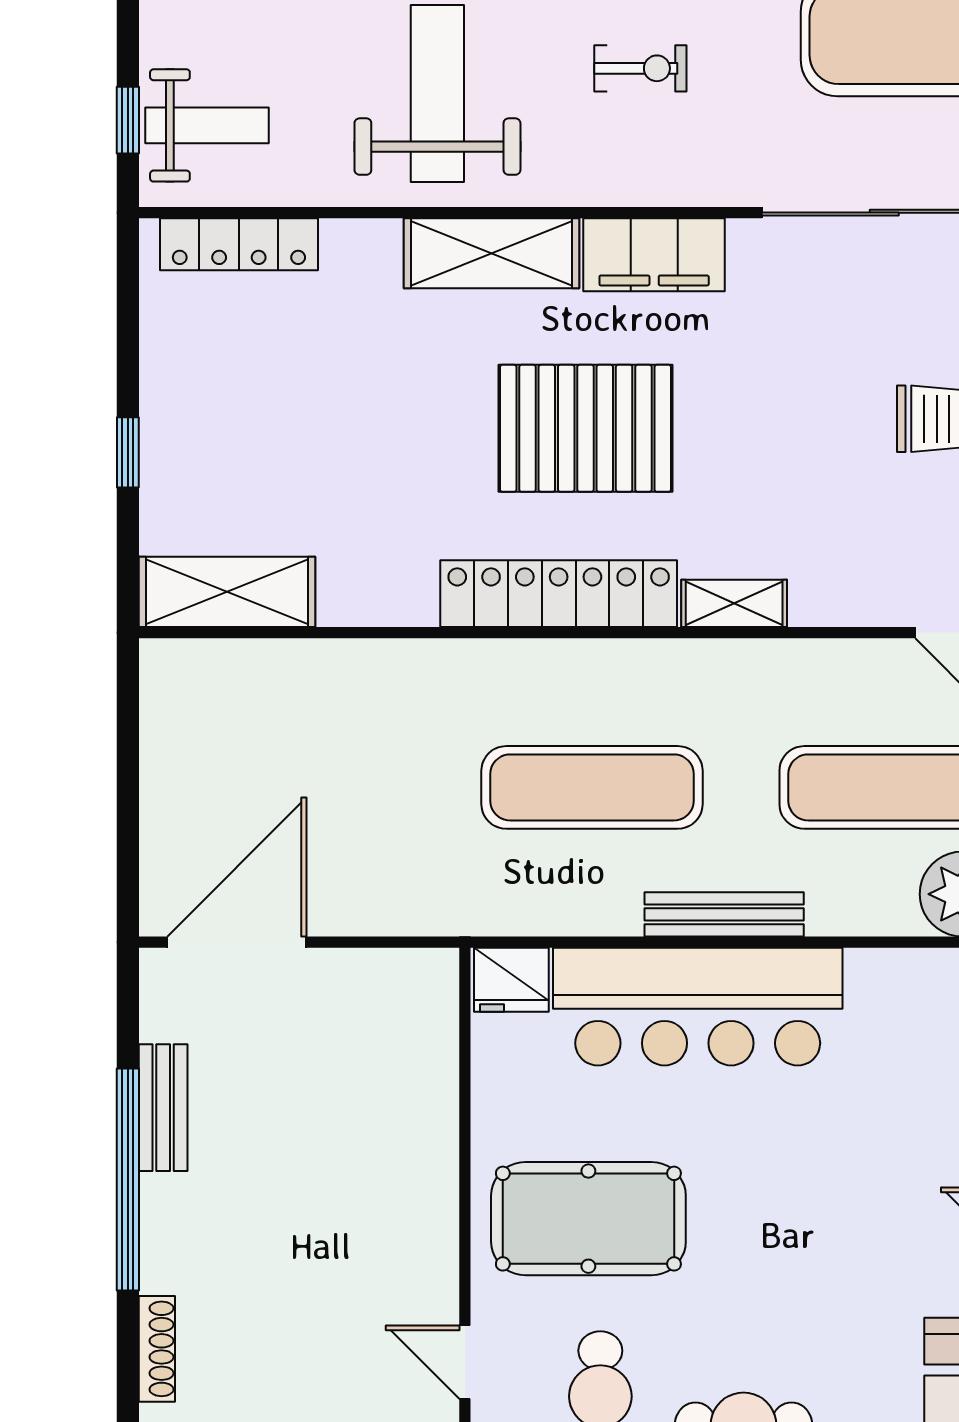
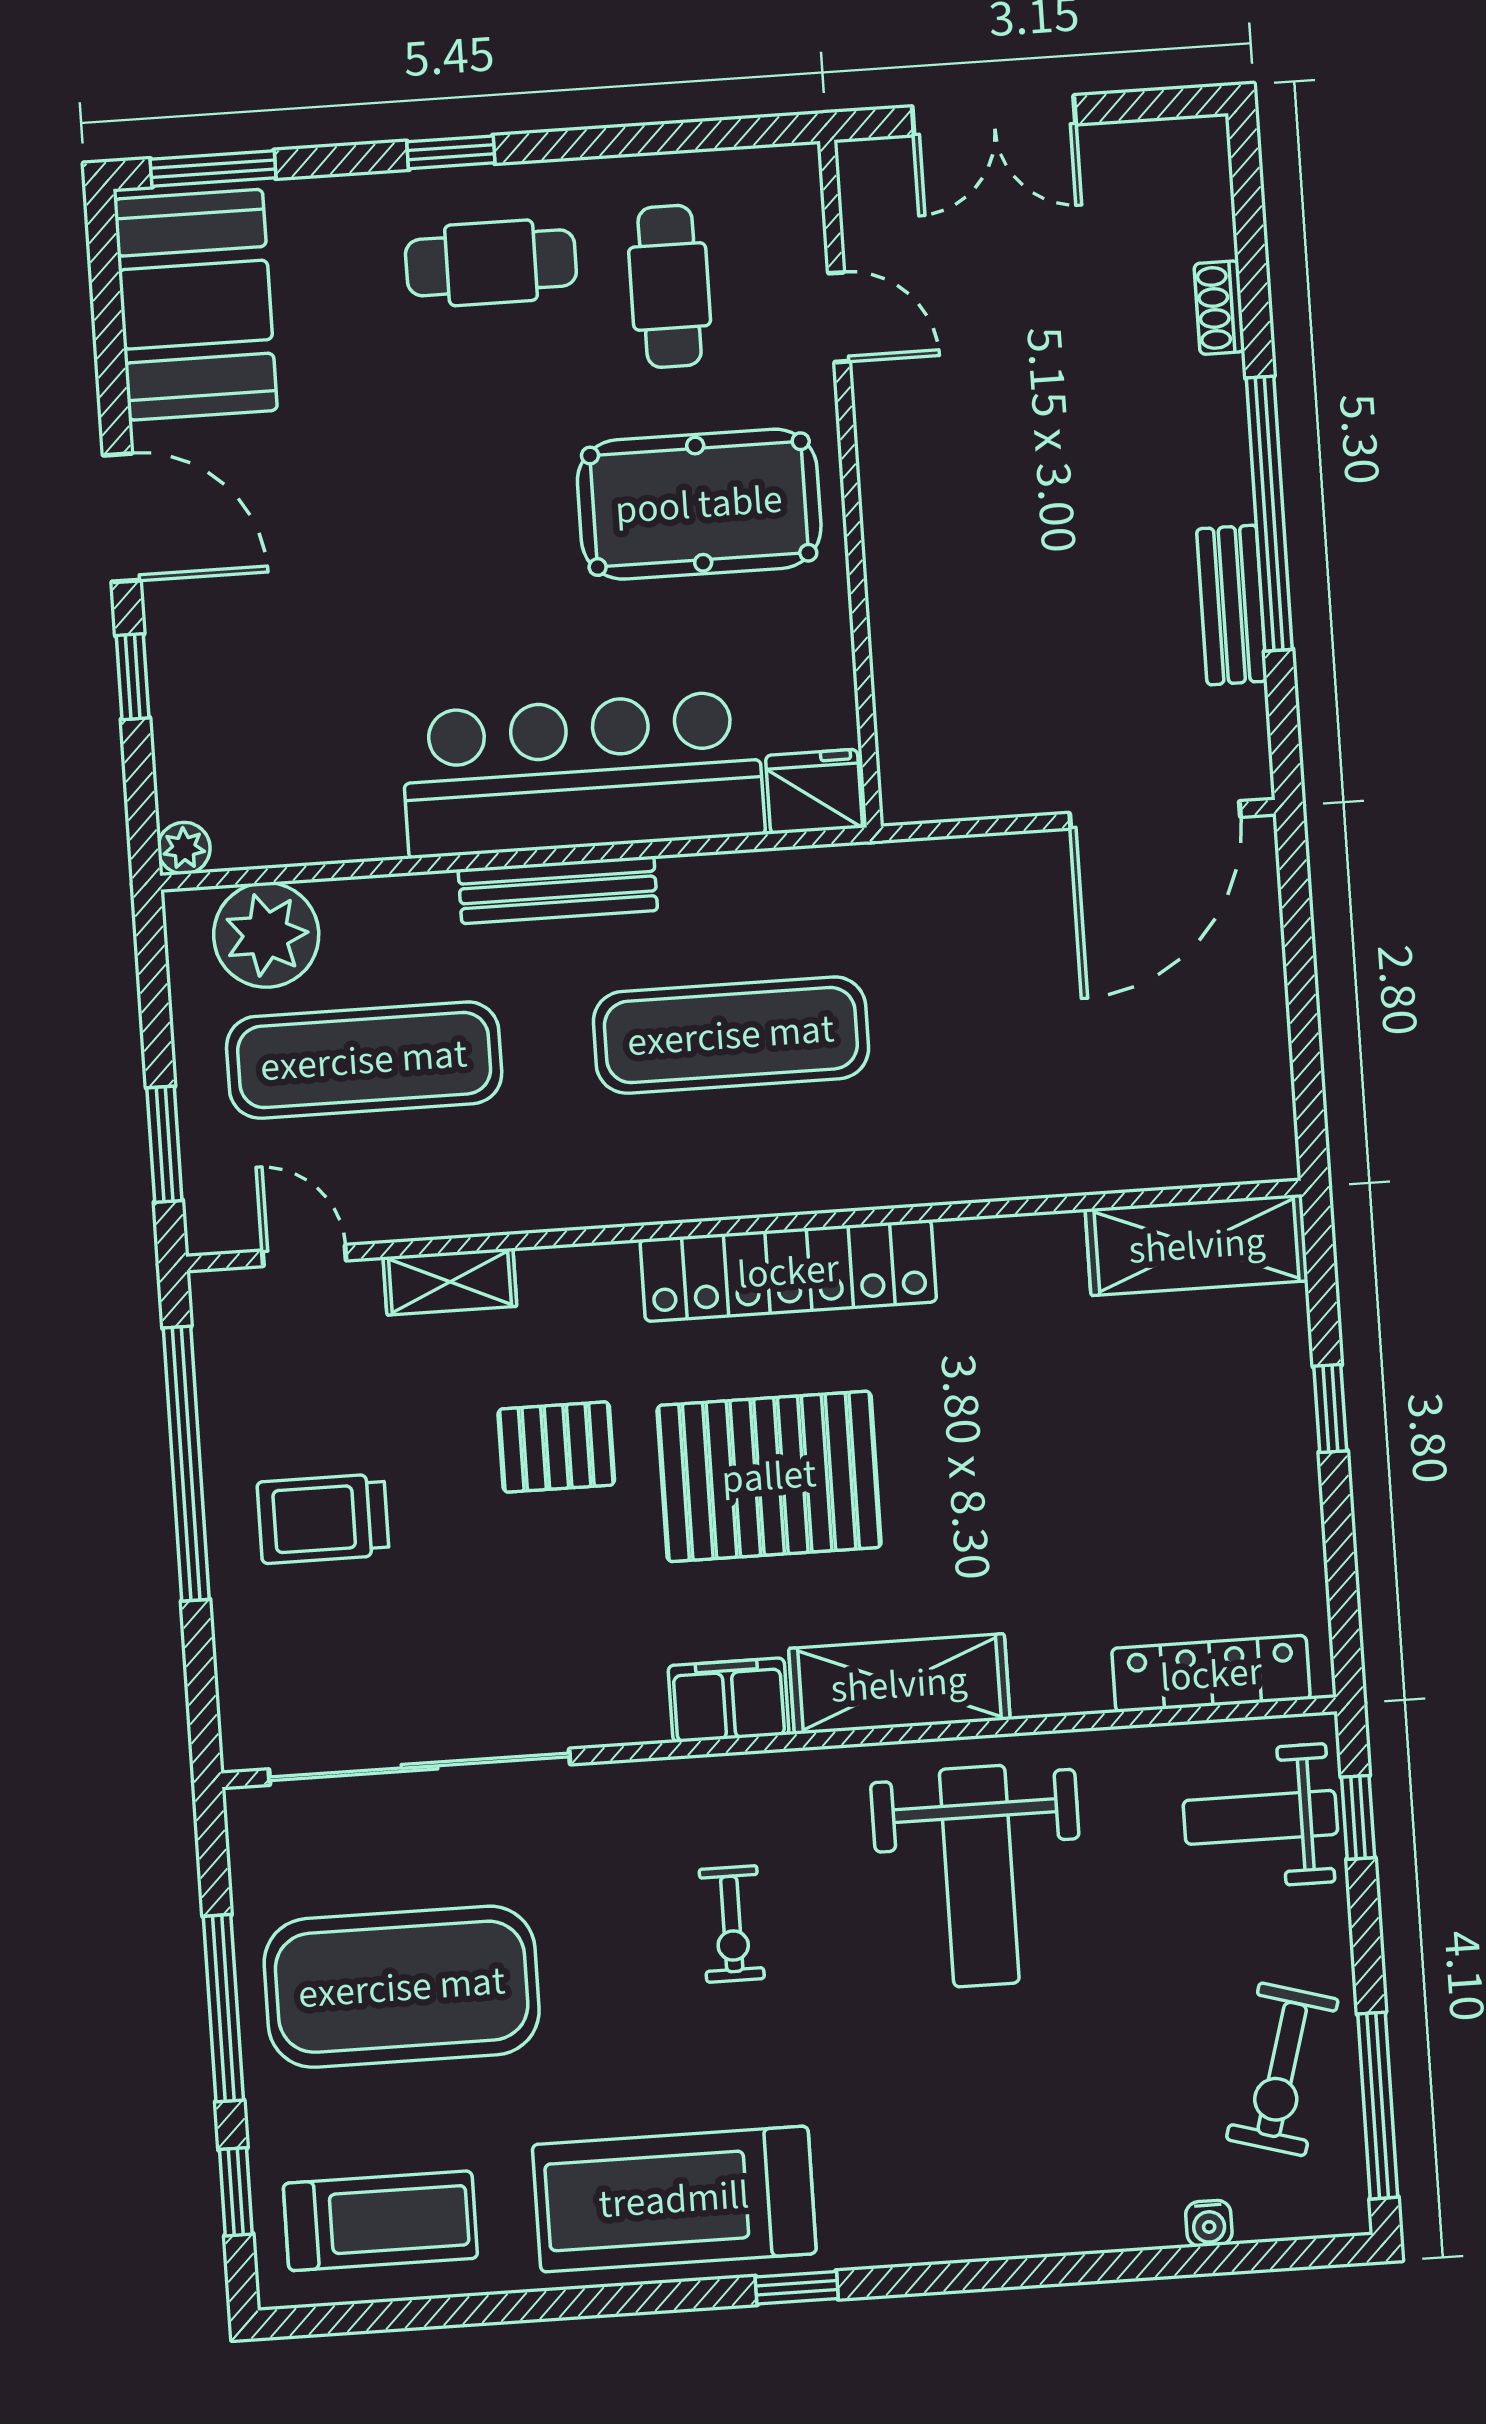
exercise bike: (640, 68) -> (732, 1924), turned -90
filing cabinet: (654, 255) -> (729, 1700), width x0.67, depth x0.86
pallet: (756, 464) -> (556, 1447), added
shelving: (734, 603) -> (450, 1282), moved
shoe rack: (157, 1349) -> (1219, 308), width x0.70

